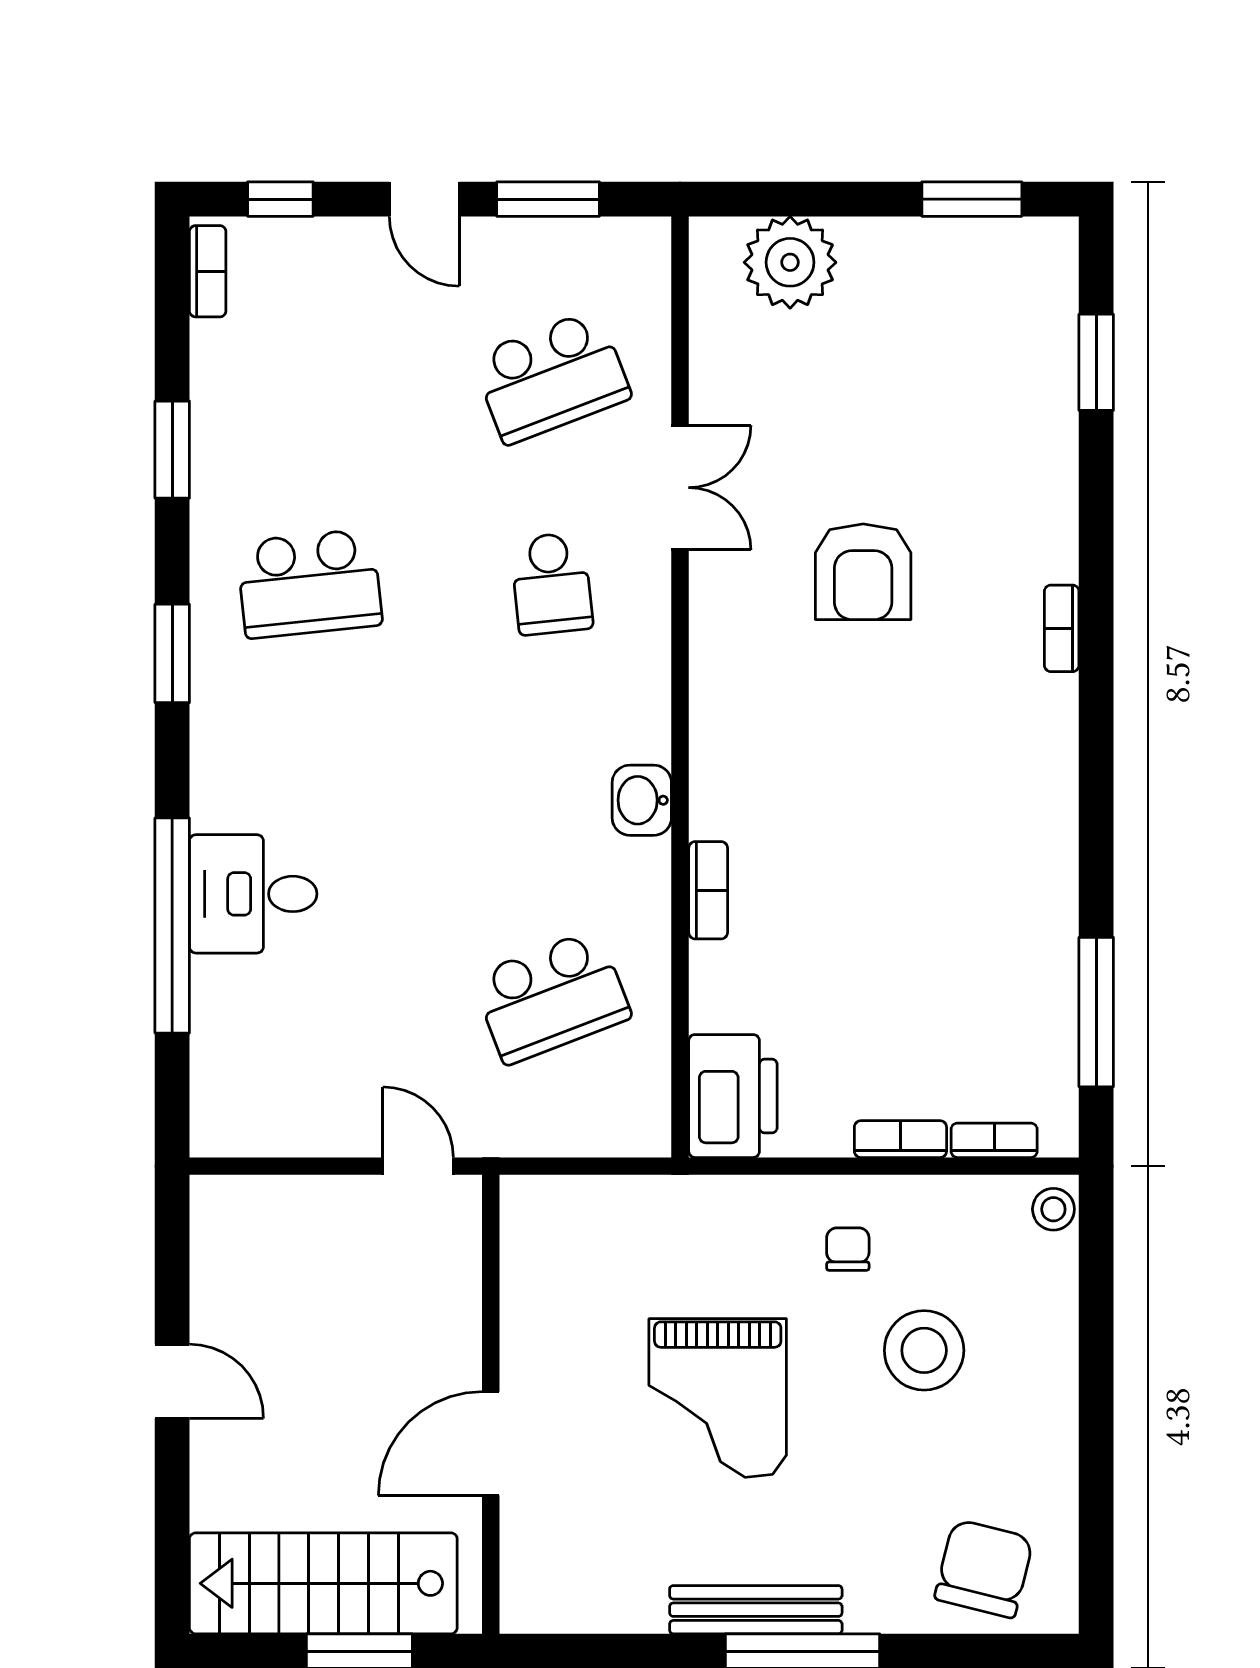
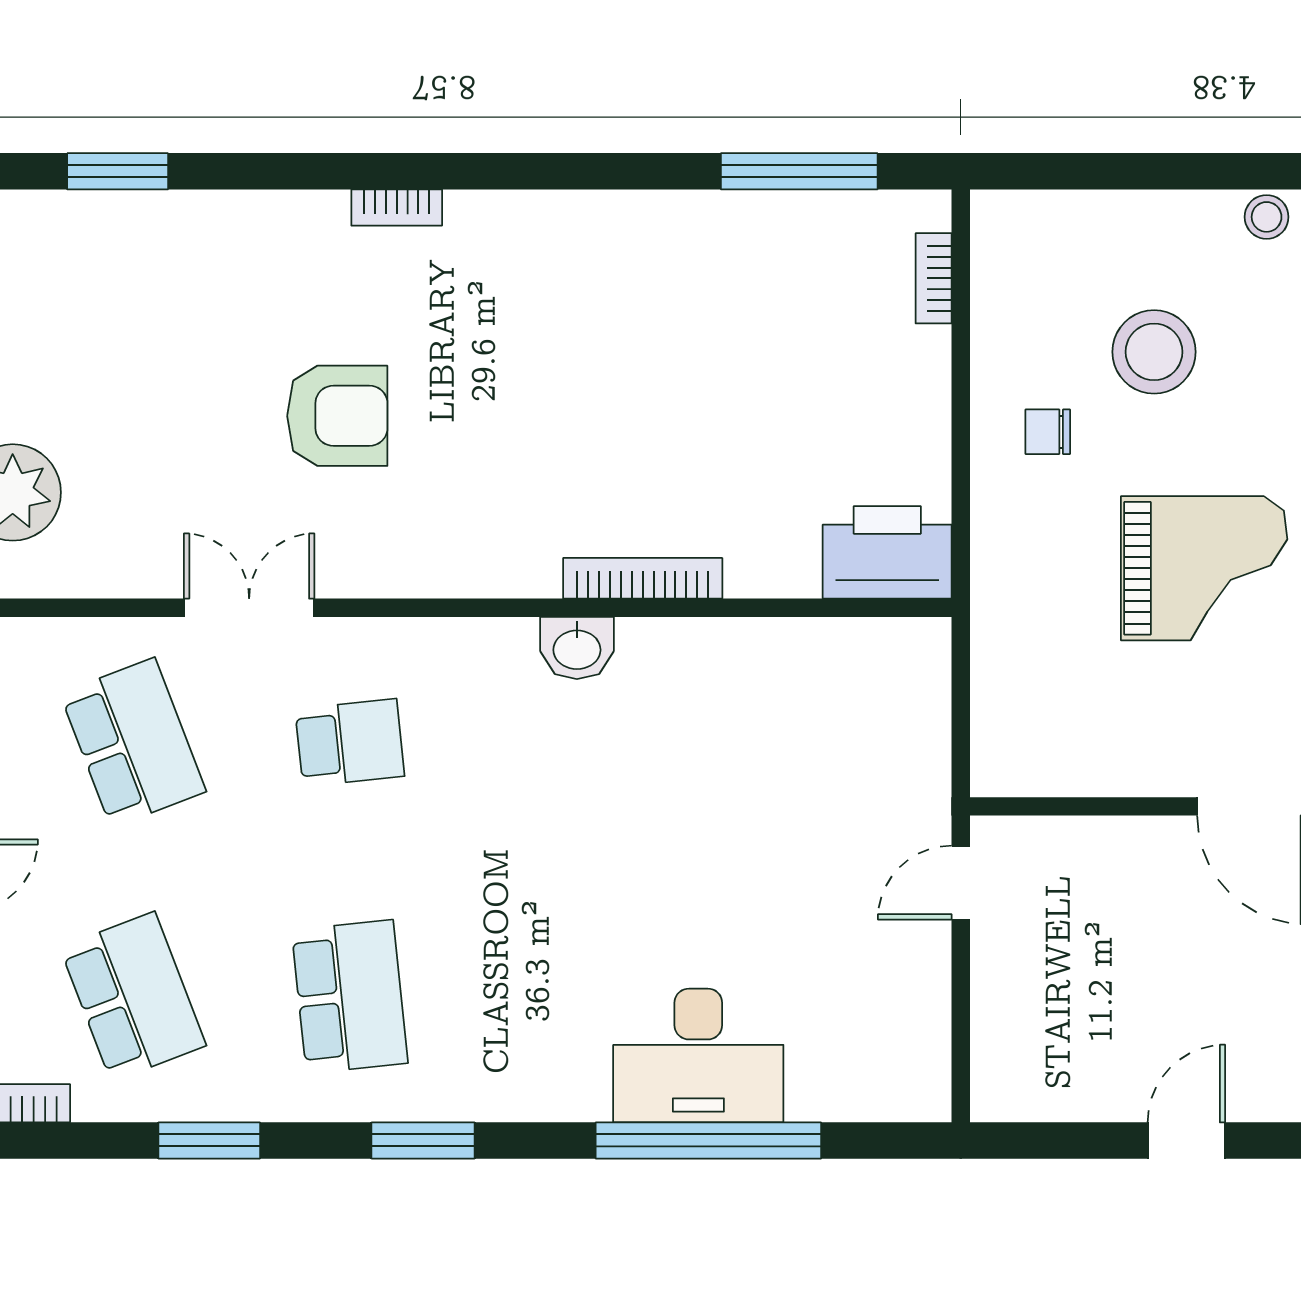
bookcase: (708, 890) -> (643, 578), width x1.56
desk: (253, 894) -> (698, 1055), width x1.37
school desk: (552, 997) -> (133, 997), moved
bookcase: (900, 1139) -> (932, 377), removed
stool: (1053, 1209) -> (1267, 217), moved

